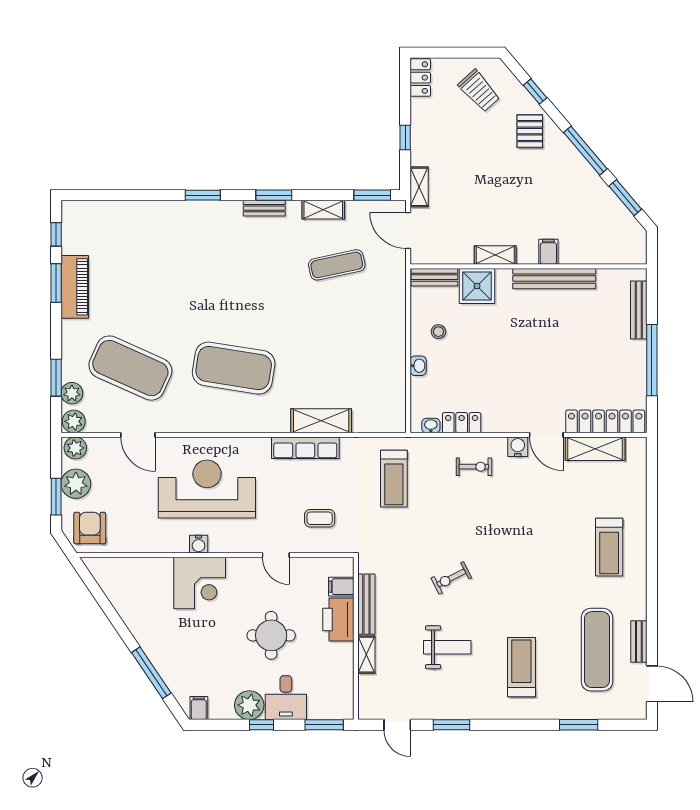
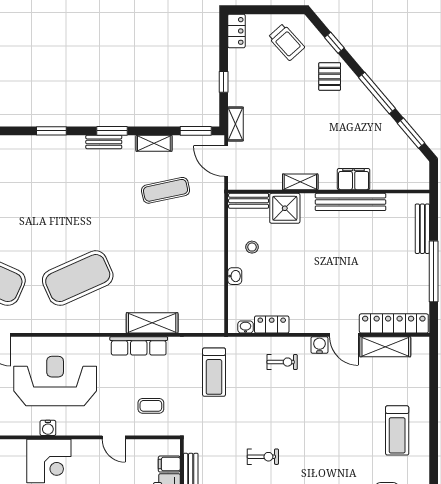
filing cabinet: (548, 252) -> (354, 179), width x2.00
exercise mat: (234, 368) -> (78, 278), turned -33
exercise bike: (451, 578) -> (263, 457), turned -153

